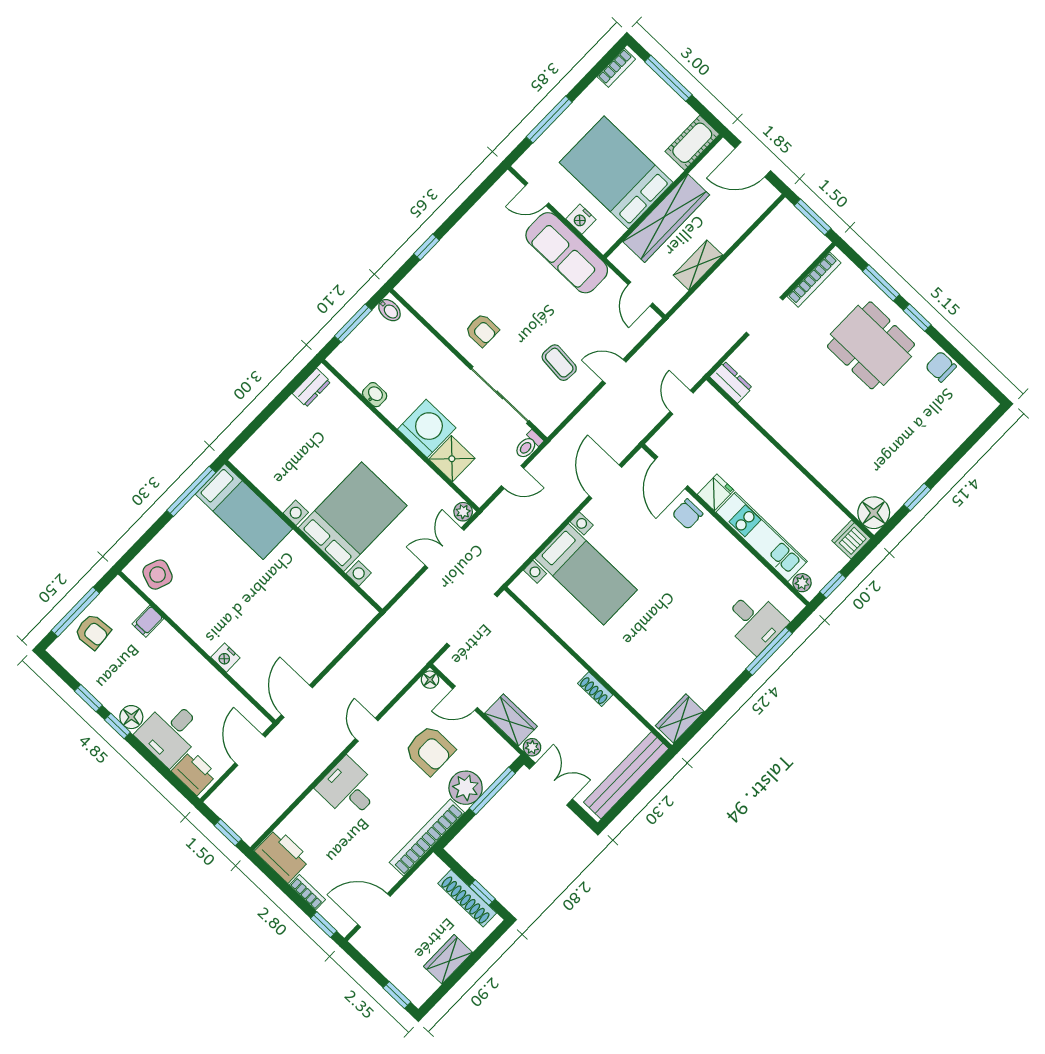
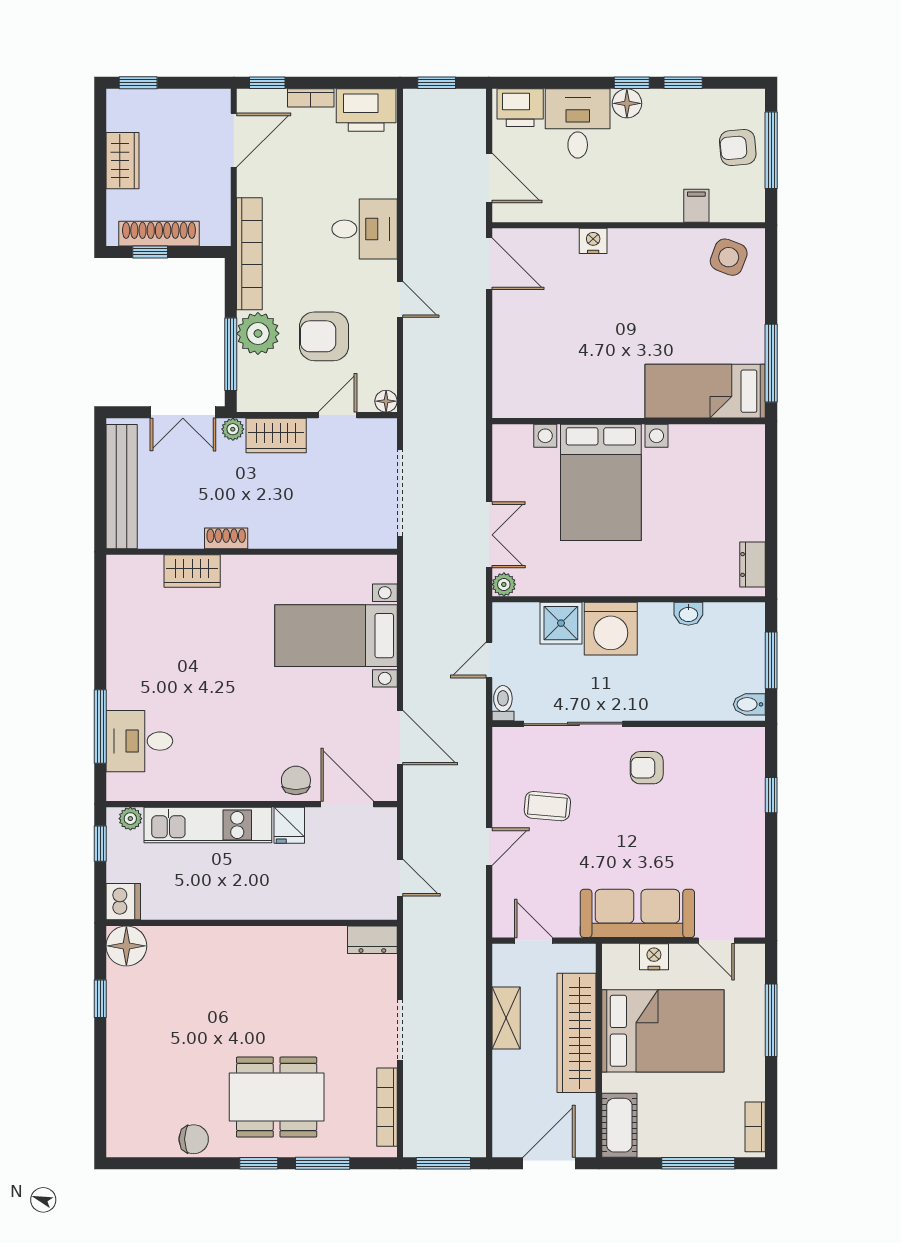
door: (537, 194) -> (716, 941), swing flipped
wardrobe: (680, 719) -> (192, 571), moved, turned 90

